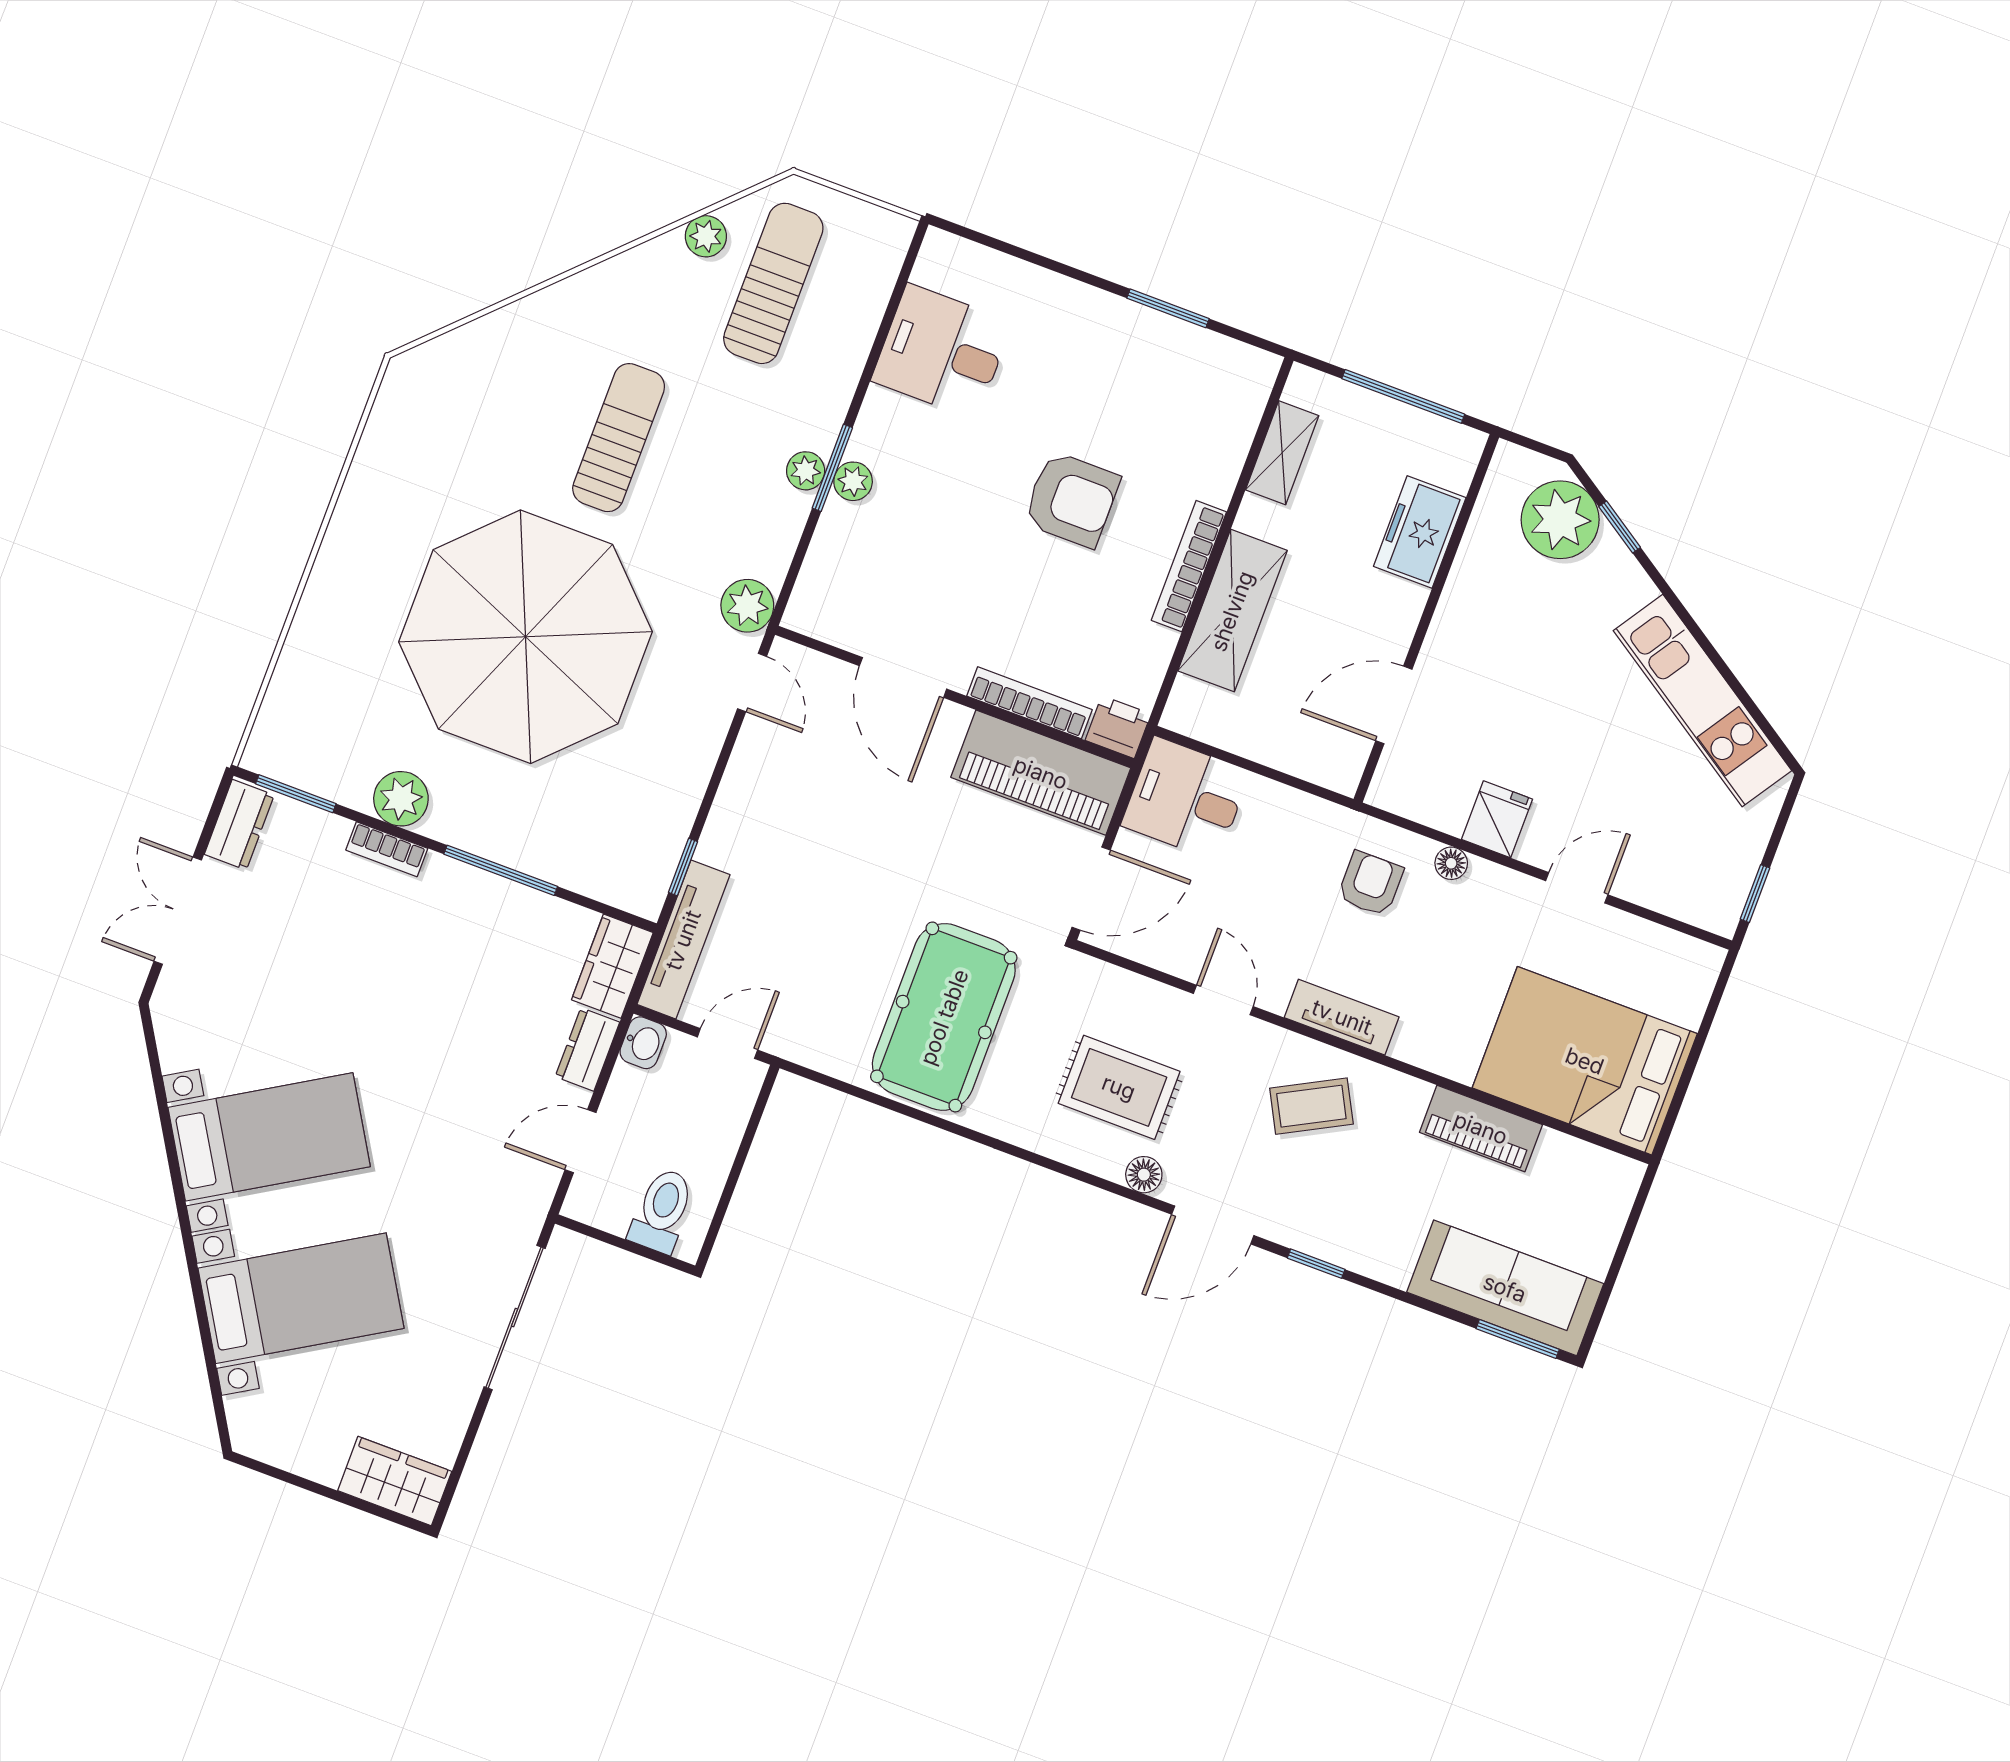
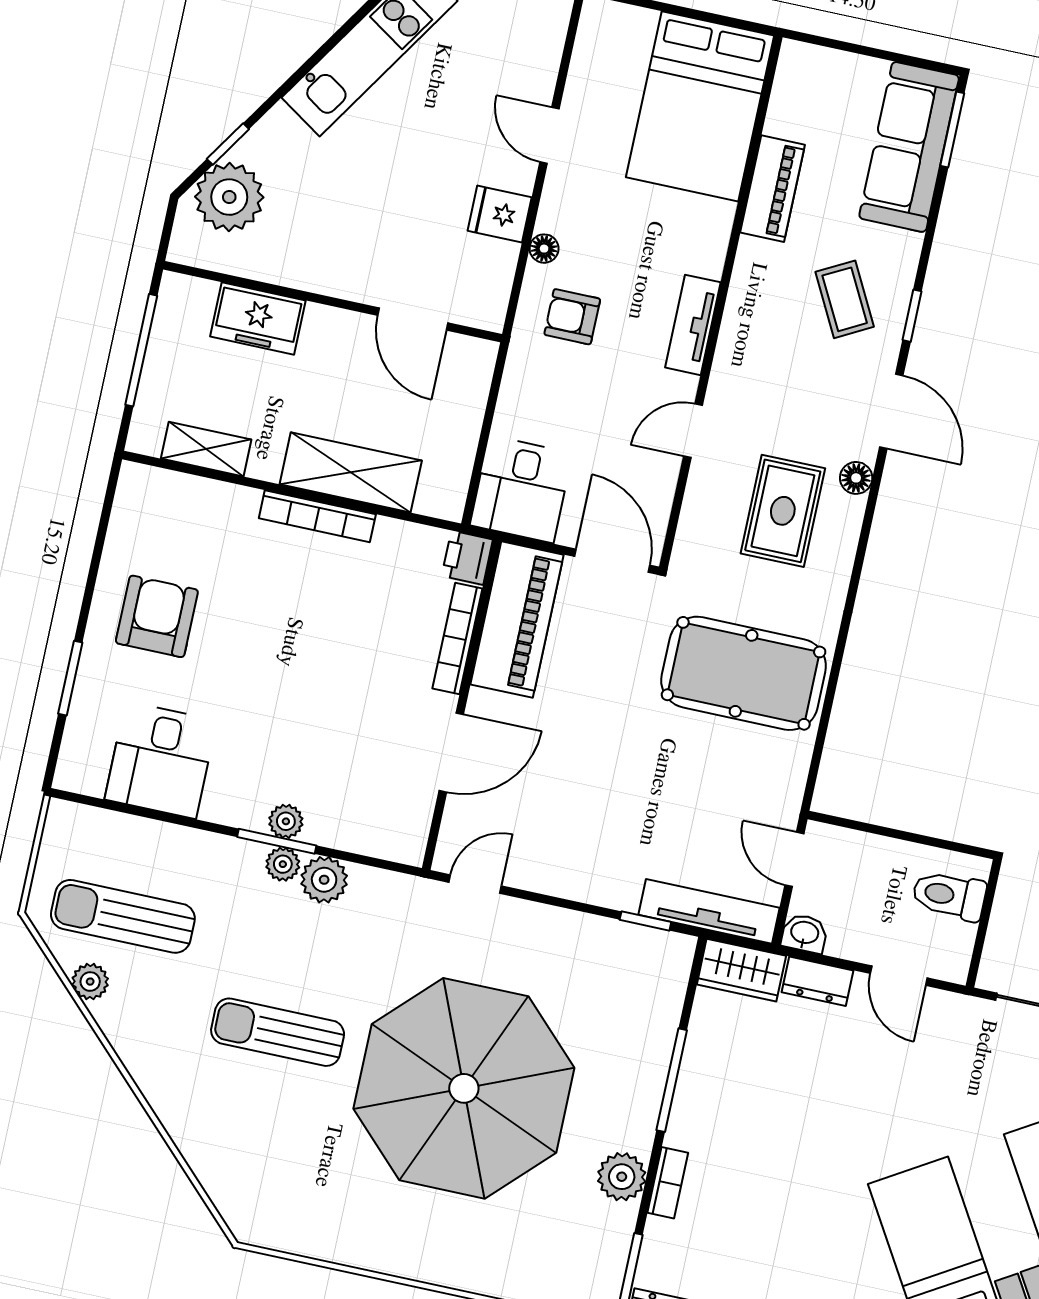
window: (1168, 308) -> (70, 678), moved
armchair: (1071, 499) -> (157, 616), moved
plant: (747, 606) -> (324, 880), moved
coffee table: (1311, 1106) -> (845, 299), moved

